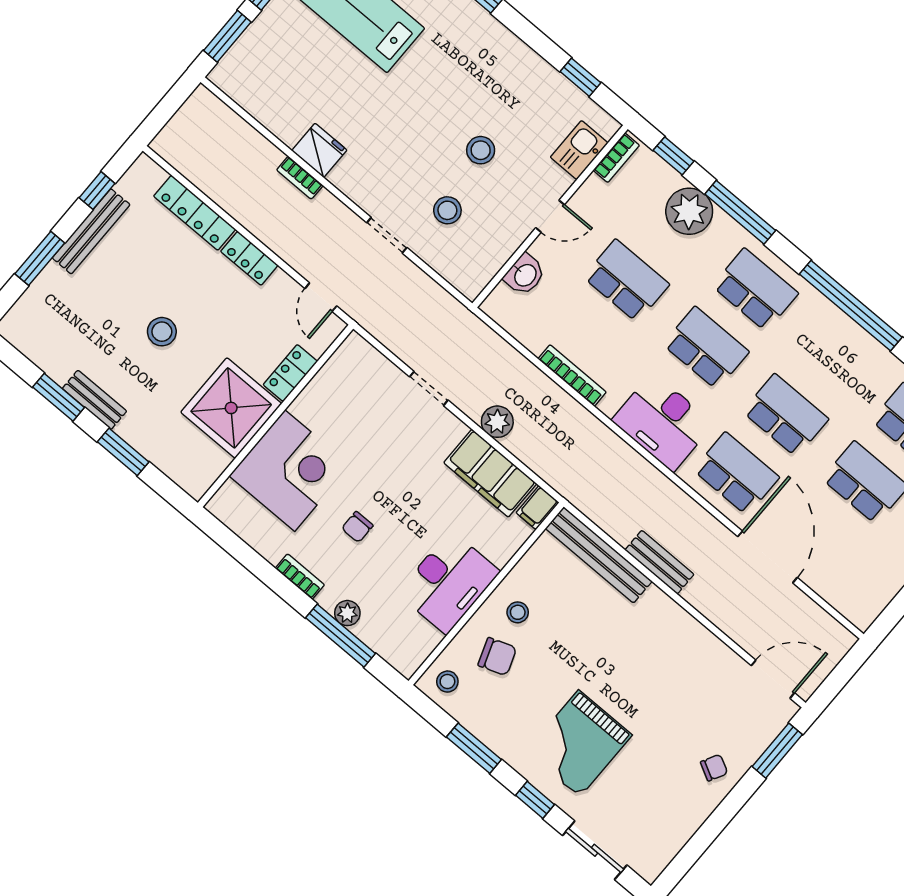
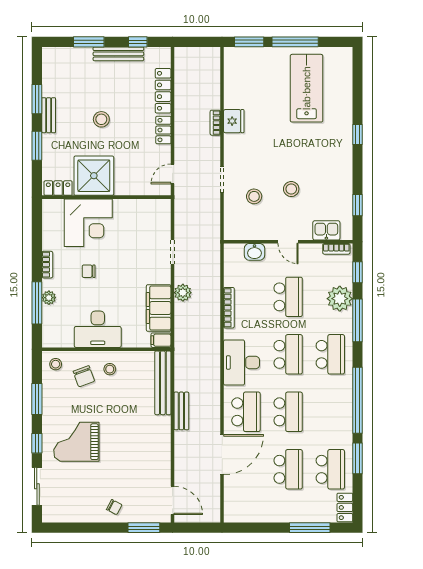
locker: (290, 373) -> (58, 188), moved

